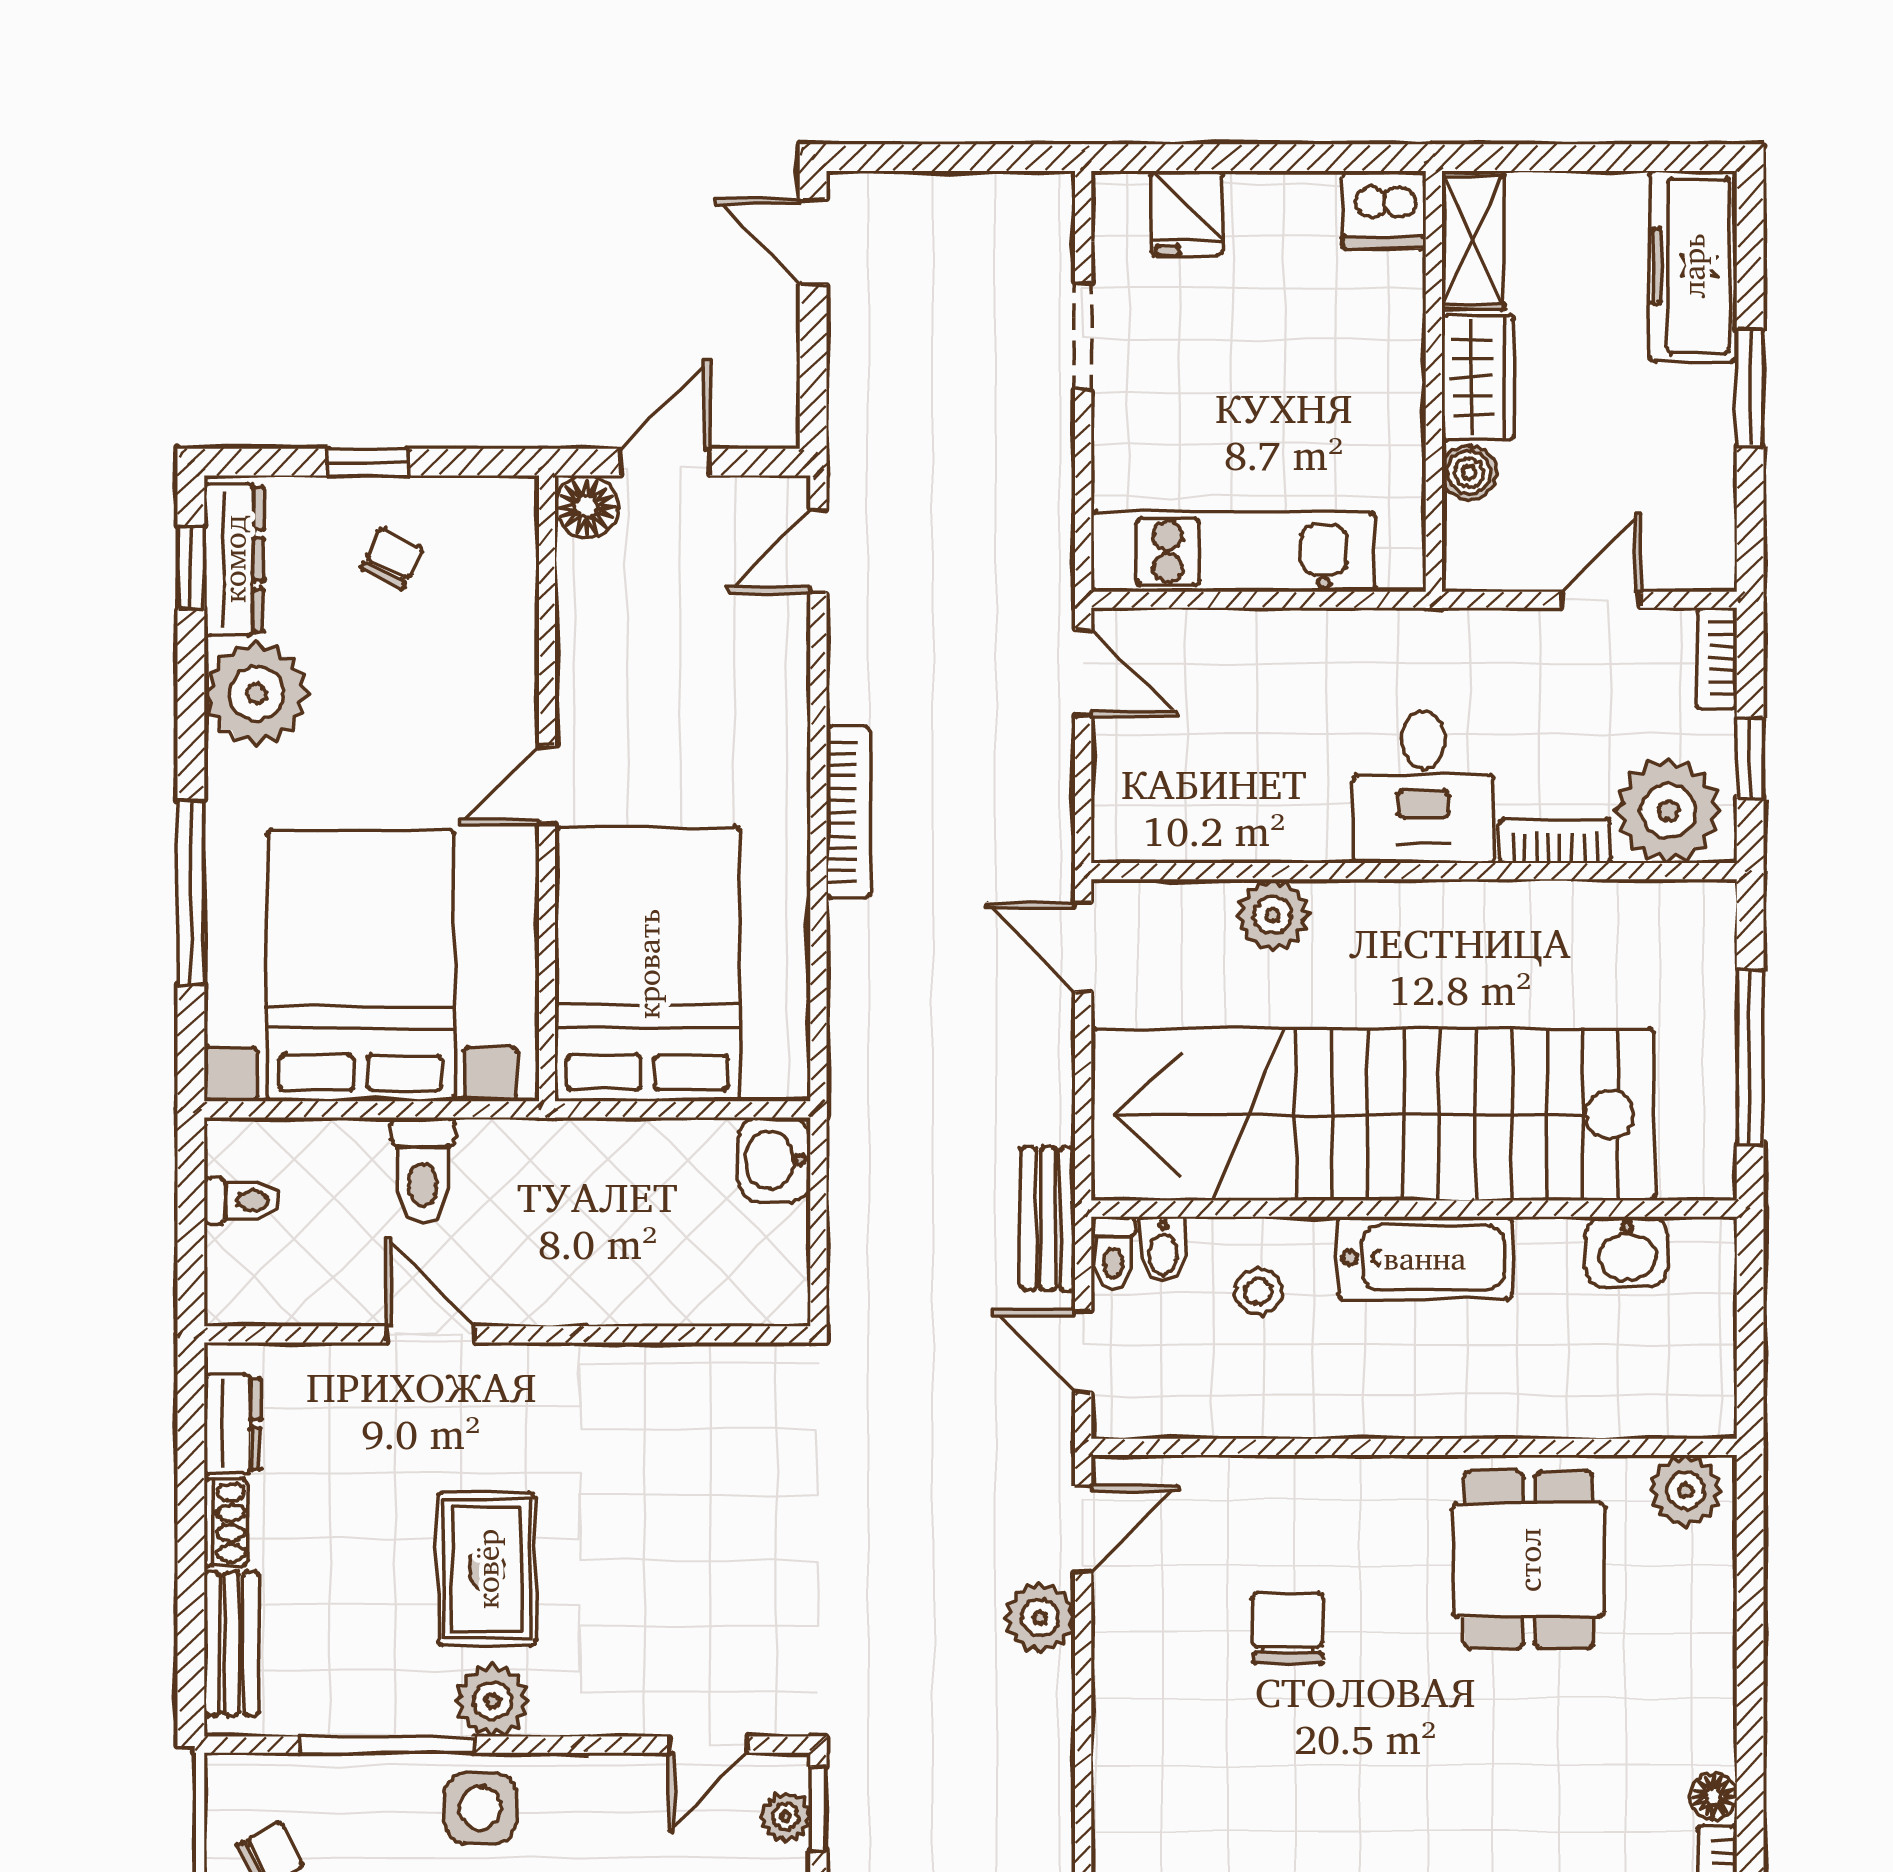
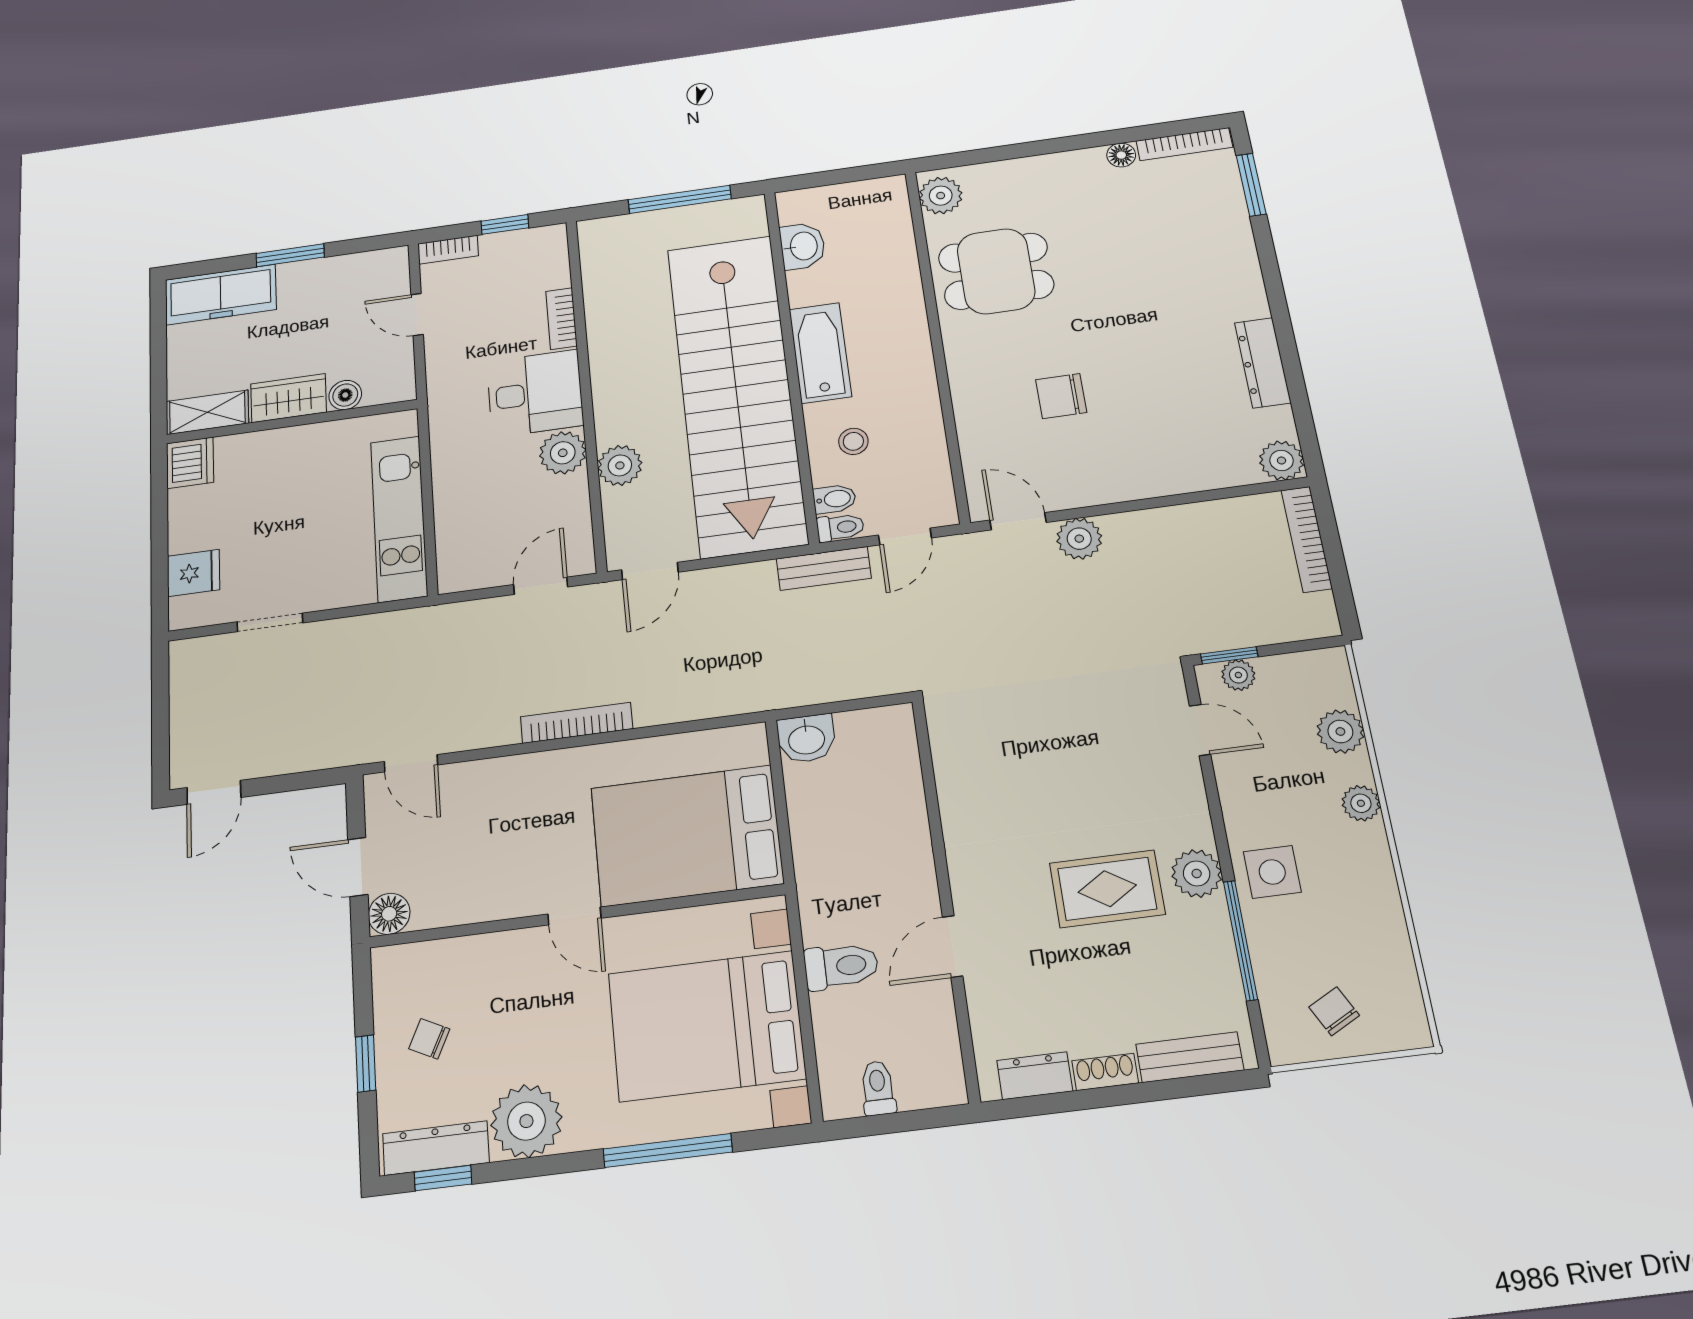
door: (1083, 673) -> (541, 586), moved
plant: (1668, 811) -> (563, 453), moved, width x0.73, depth x0.73

